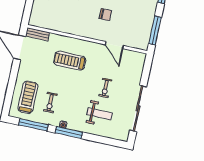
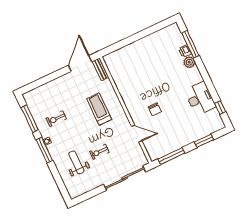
door: (114, 45) -> (137, 134), swing flipped
treadmill: (28, 97) -> (47, 99), removed
sliding door: (138, 108) -> (125, 178), moved
weight bench: (100, 114) -> (76, 162), turned 180

